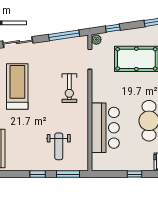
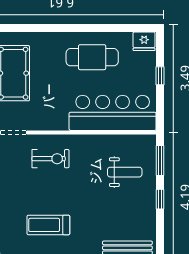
treadmill: (17, 86) -> (48, 225), width x0.73, depth x0.73
bar counter: (105, 128) -> (113, 113), width x1.36

